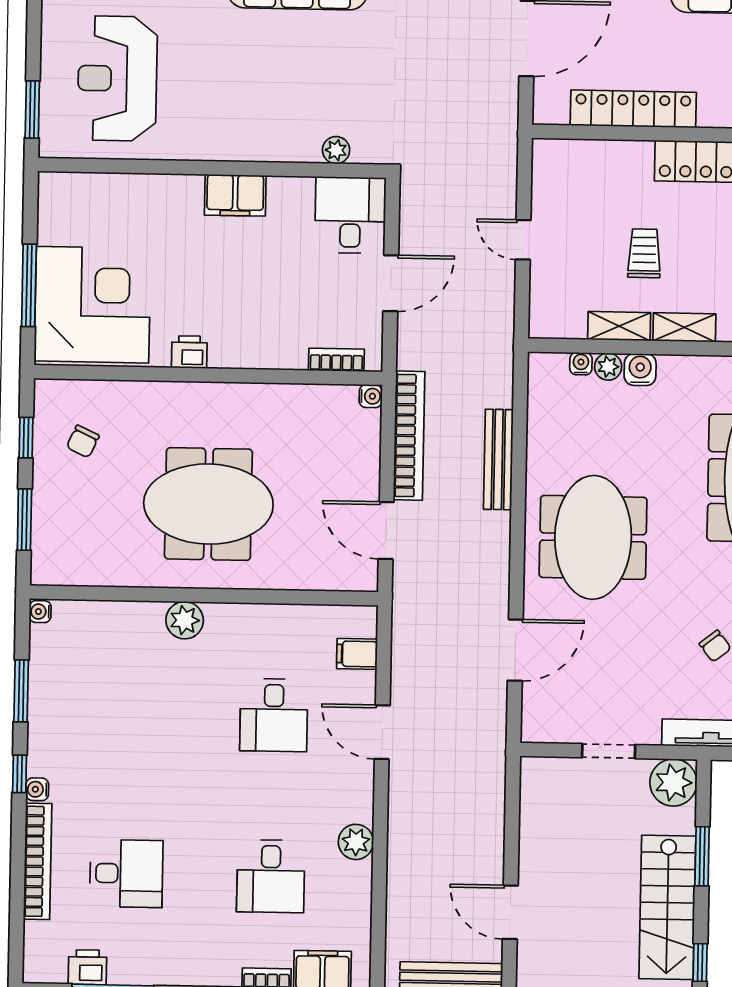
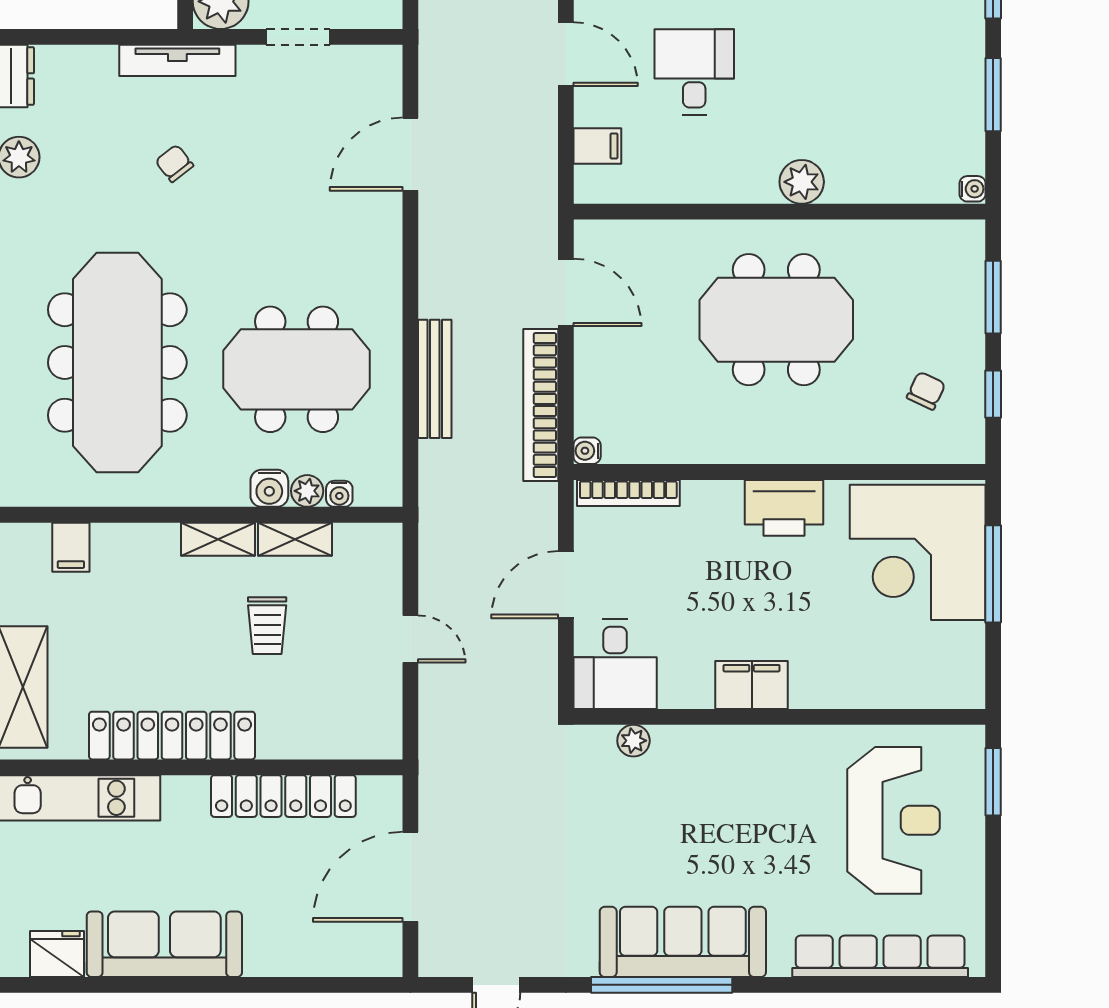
printer: (189, 352) -> (784, 508), width x1.87, depth x1.48
bookcase: (336, 360) -> (628, 493), width x1.56
meeting table: (593, 537) -> (297, 369), moved, turned 90

